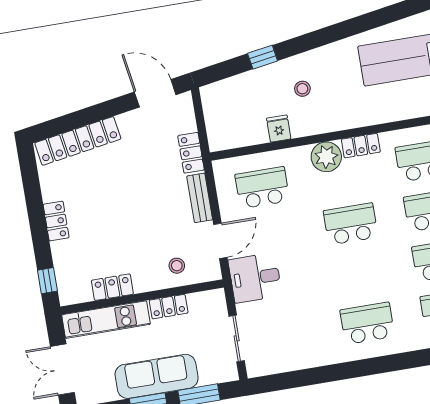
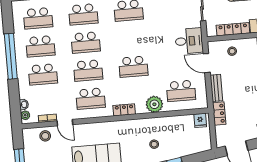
fridge: (279, 129) -> (200, 120), moved
plant: (326, 157) -> (154, 104), moved
door: (220, 241) -> (207, 63), hinge flipped
locker: (169, 307) -> (233, 29), width x1.53

